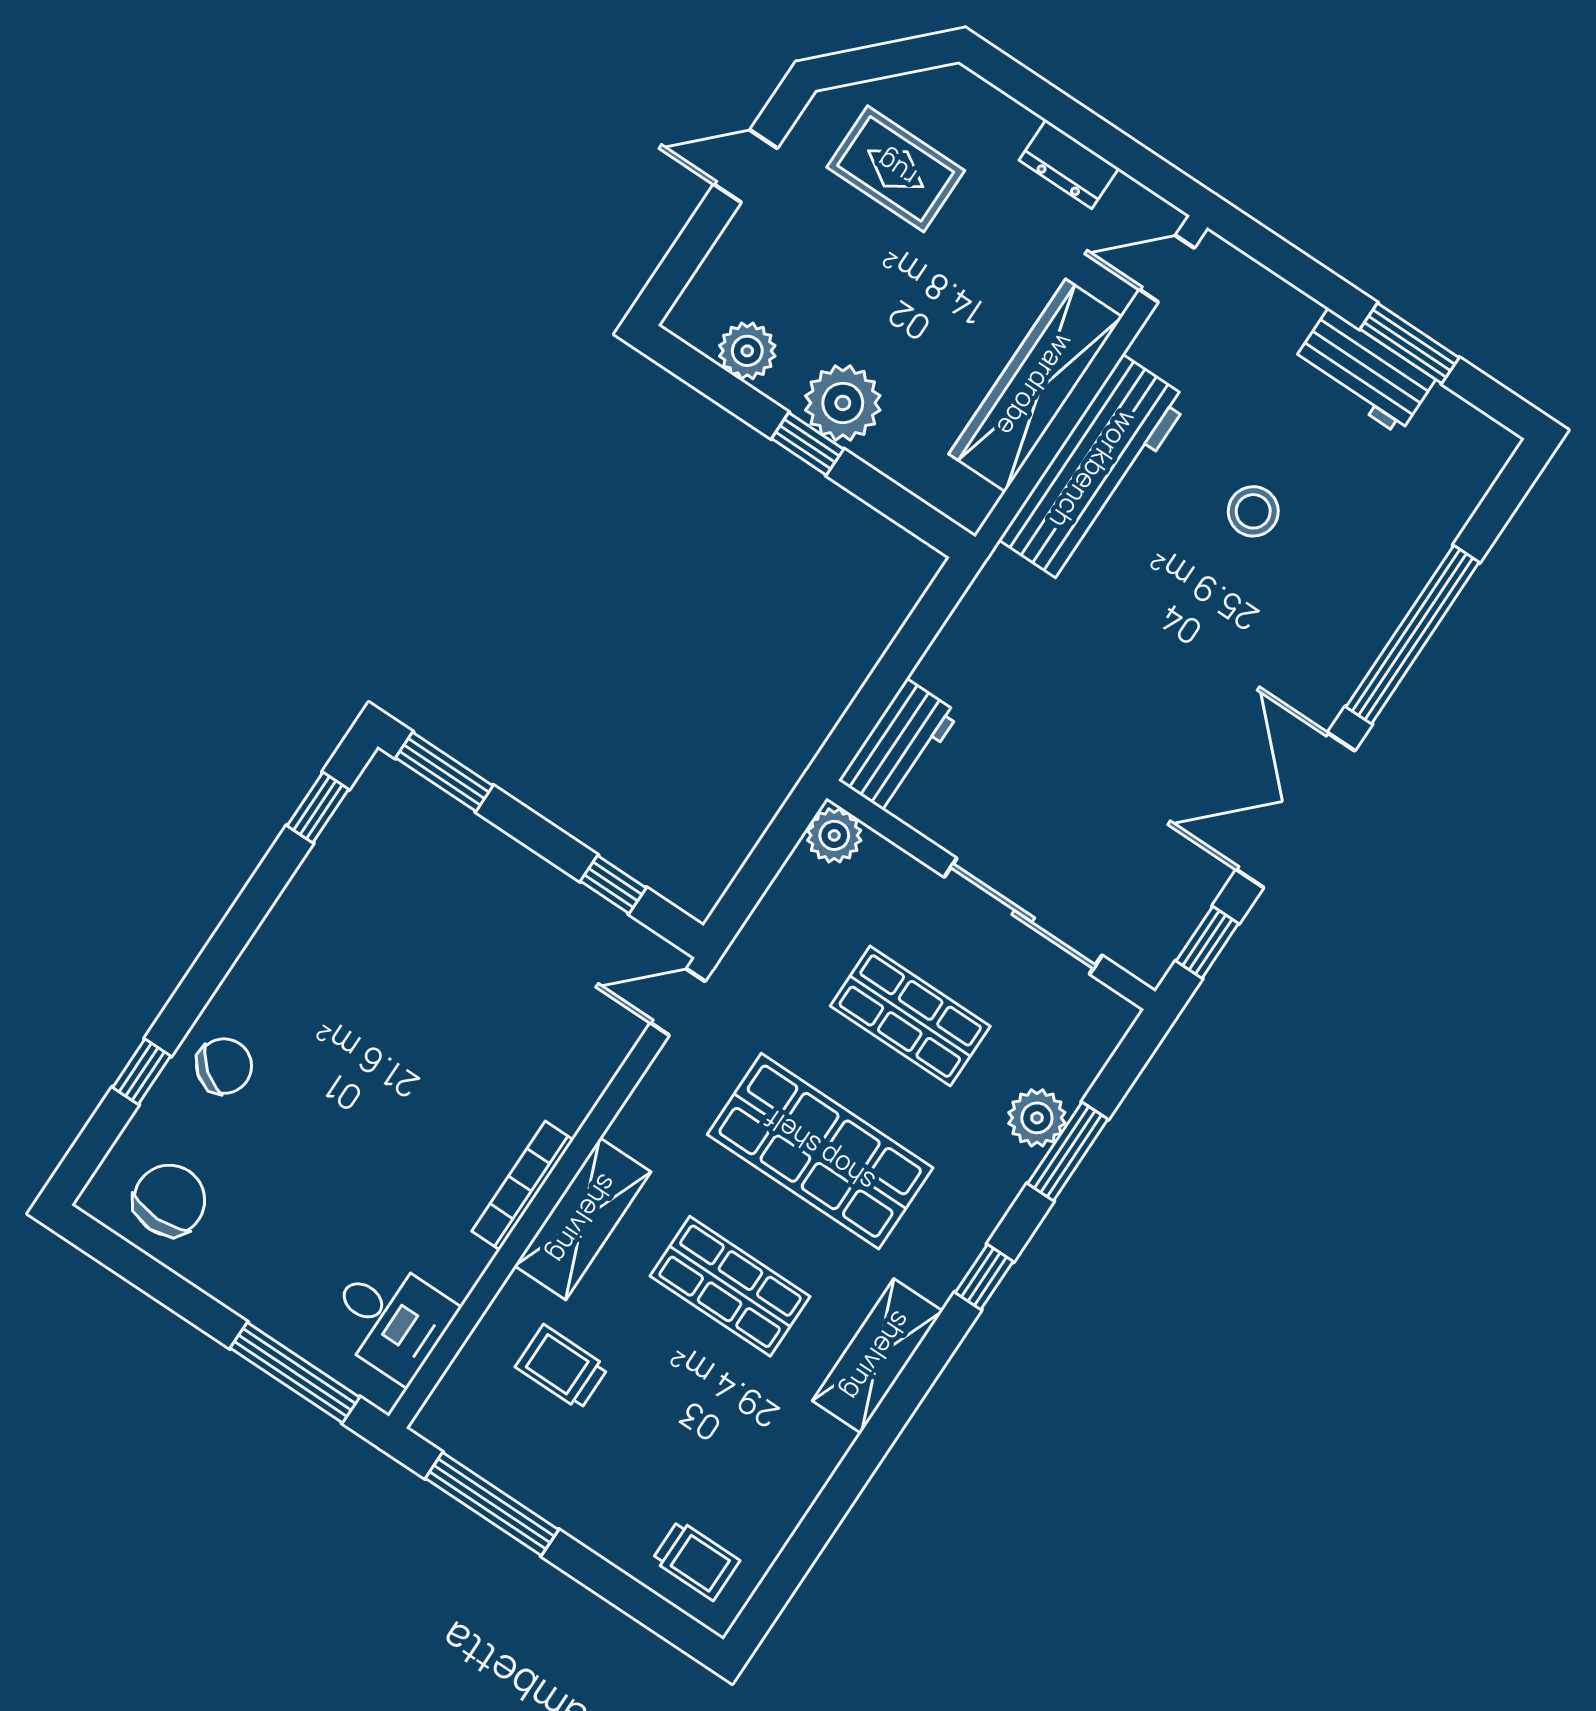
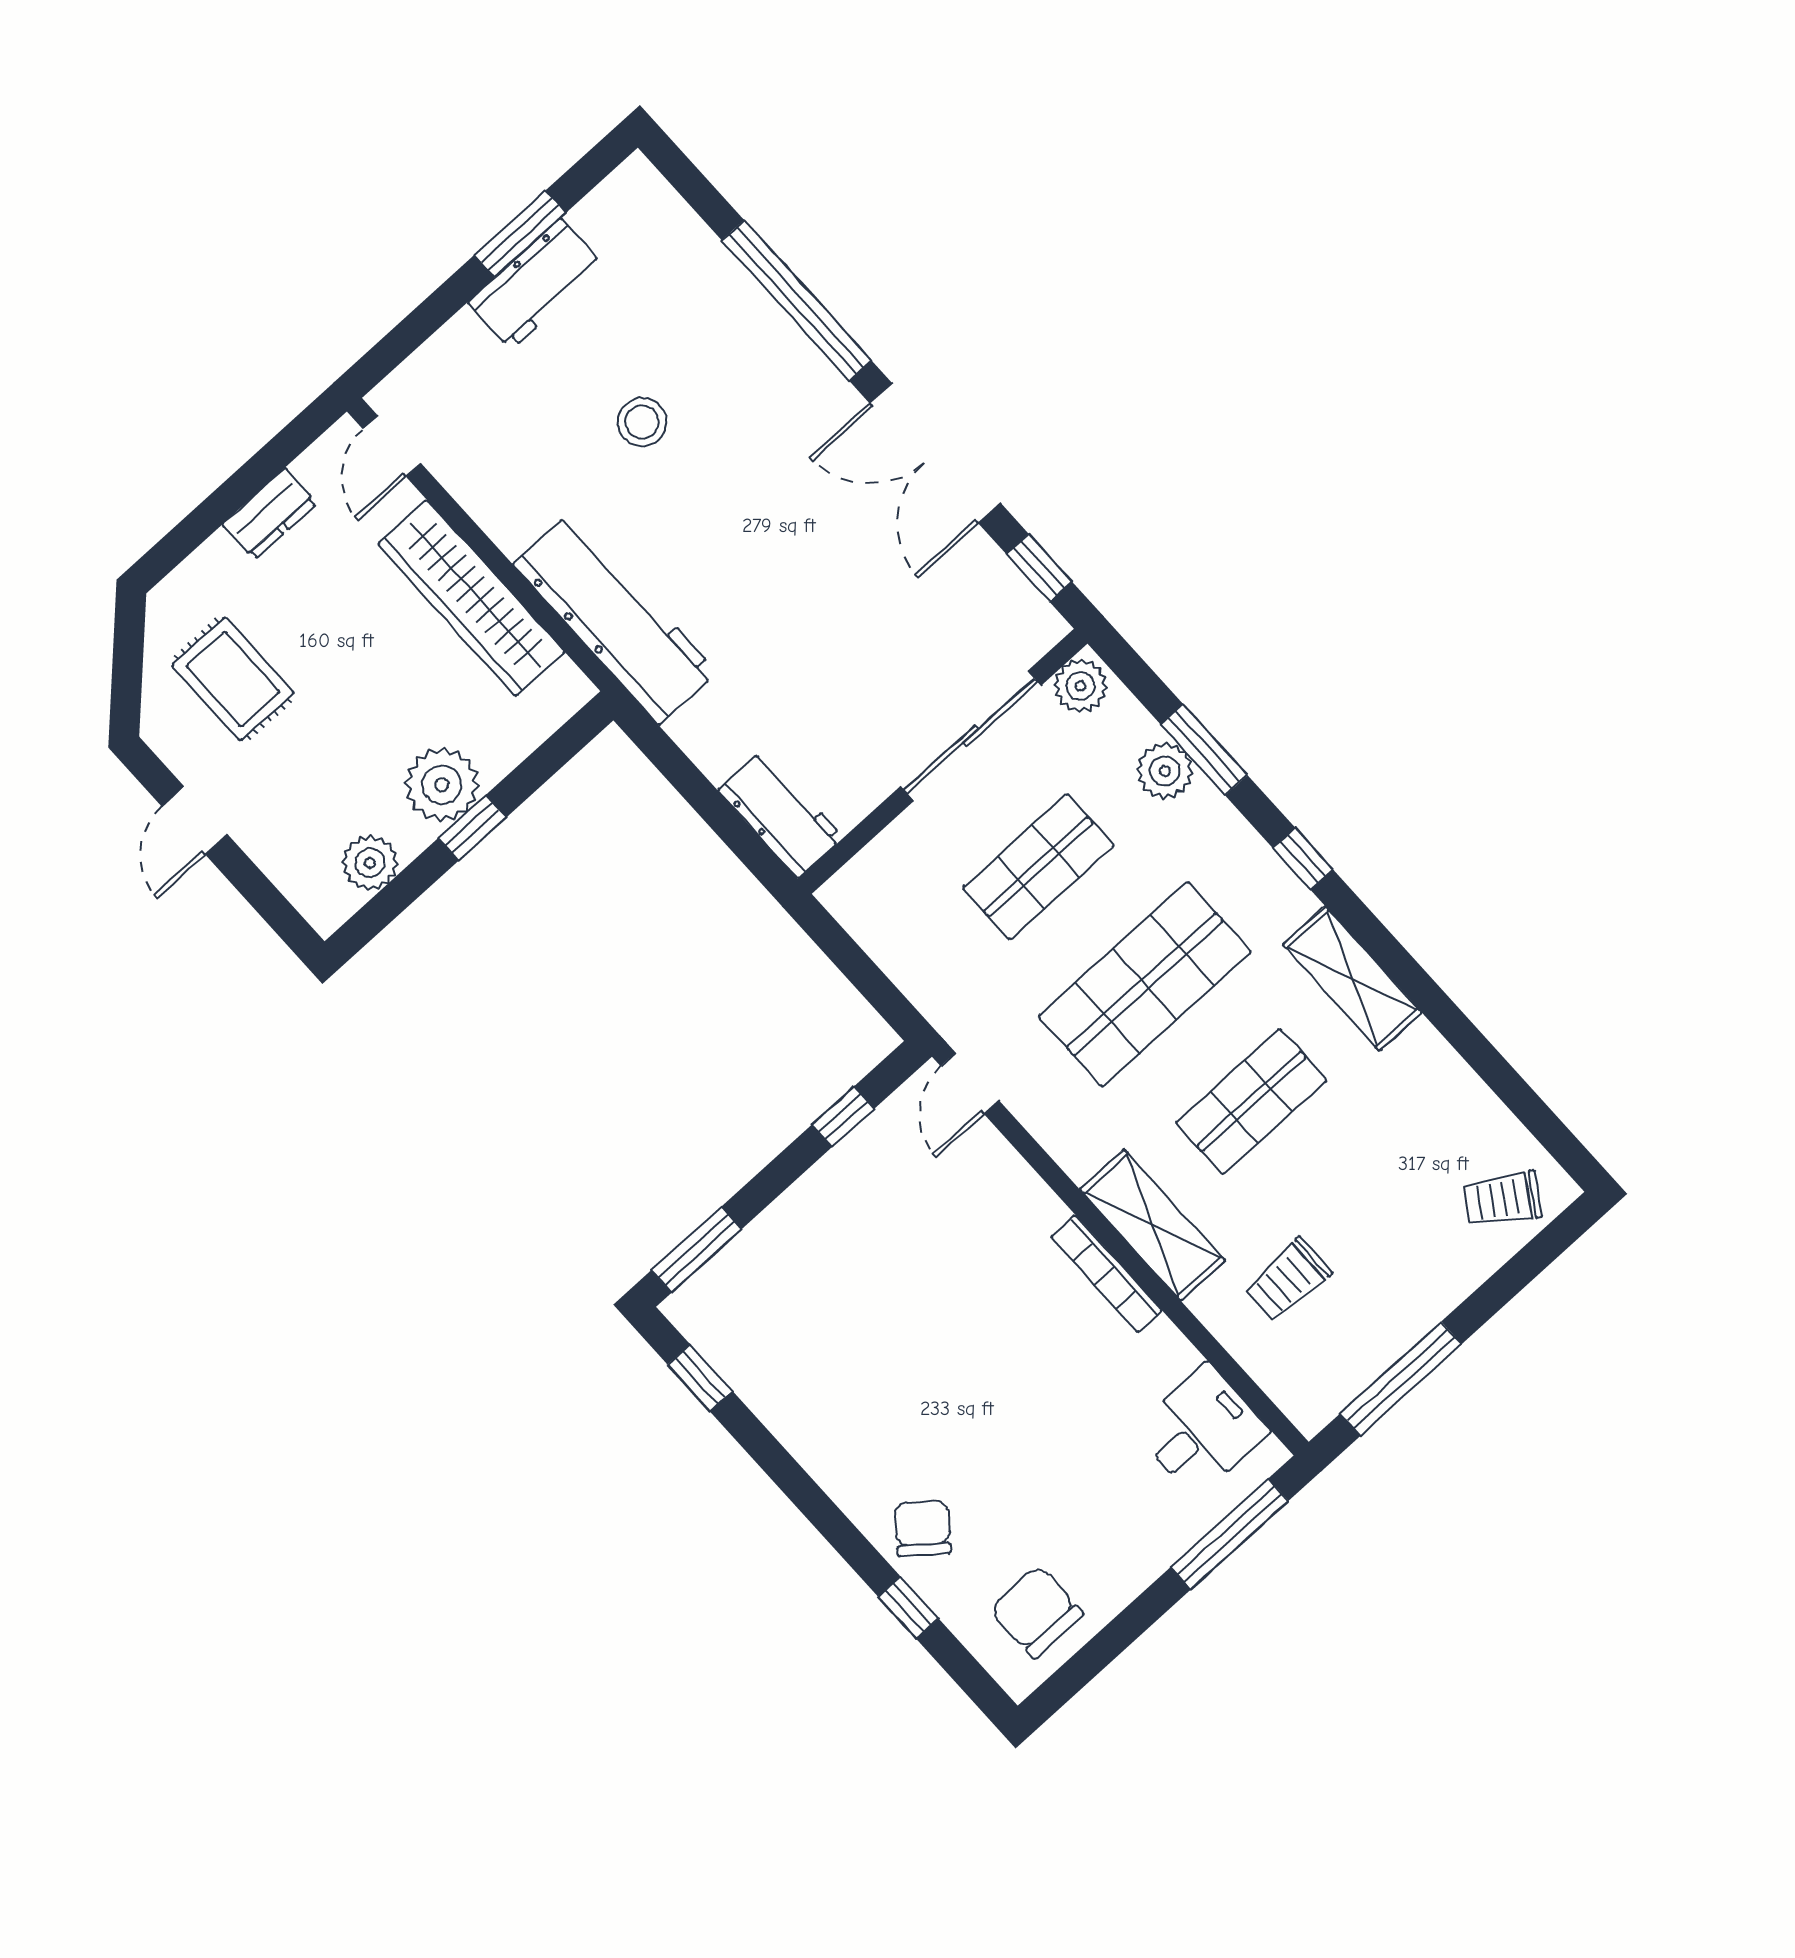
rug: (896, 169) -> (233, 679), turned 90
workbench: (1094, 470) -> (615, 618), moved
plant: (834, 835) -> (1081, 686), moved
trolley: (696, 1560) -> (1503, 1199), turned -147

